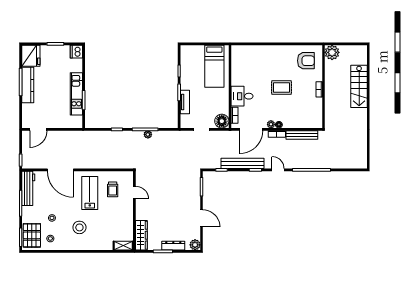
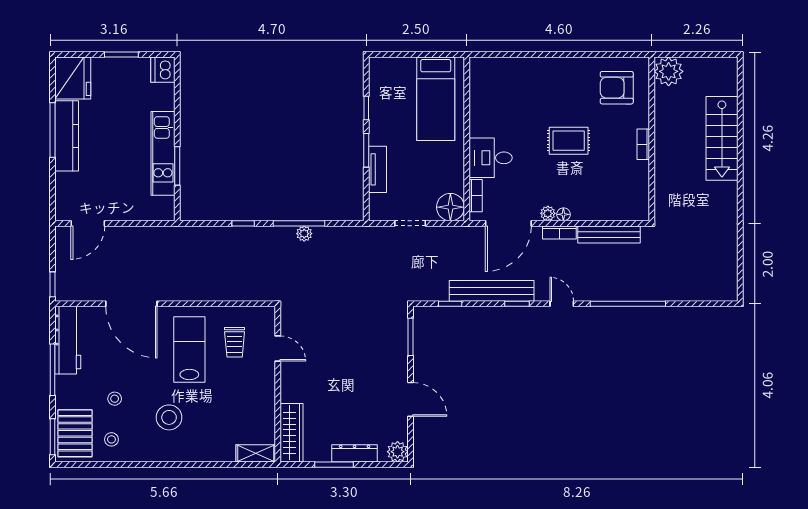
armchair: (306, 61) -> (617, 88), turned 180

